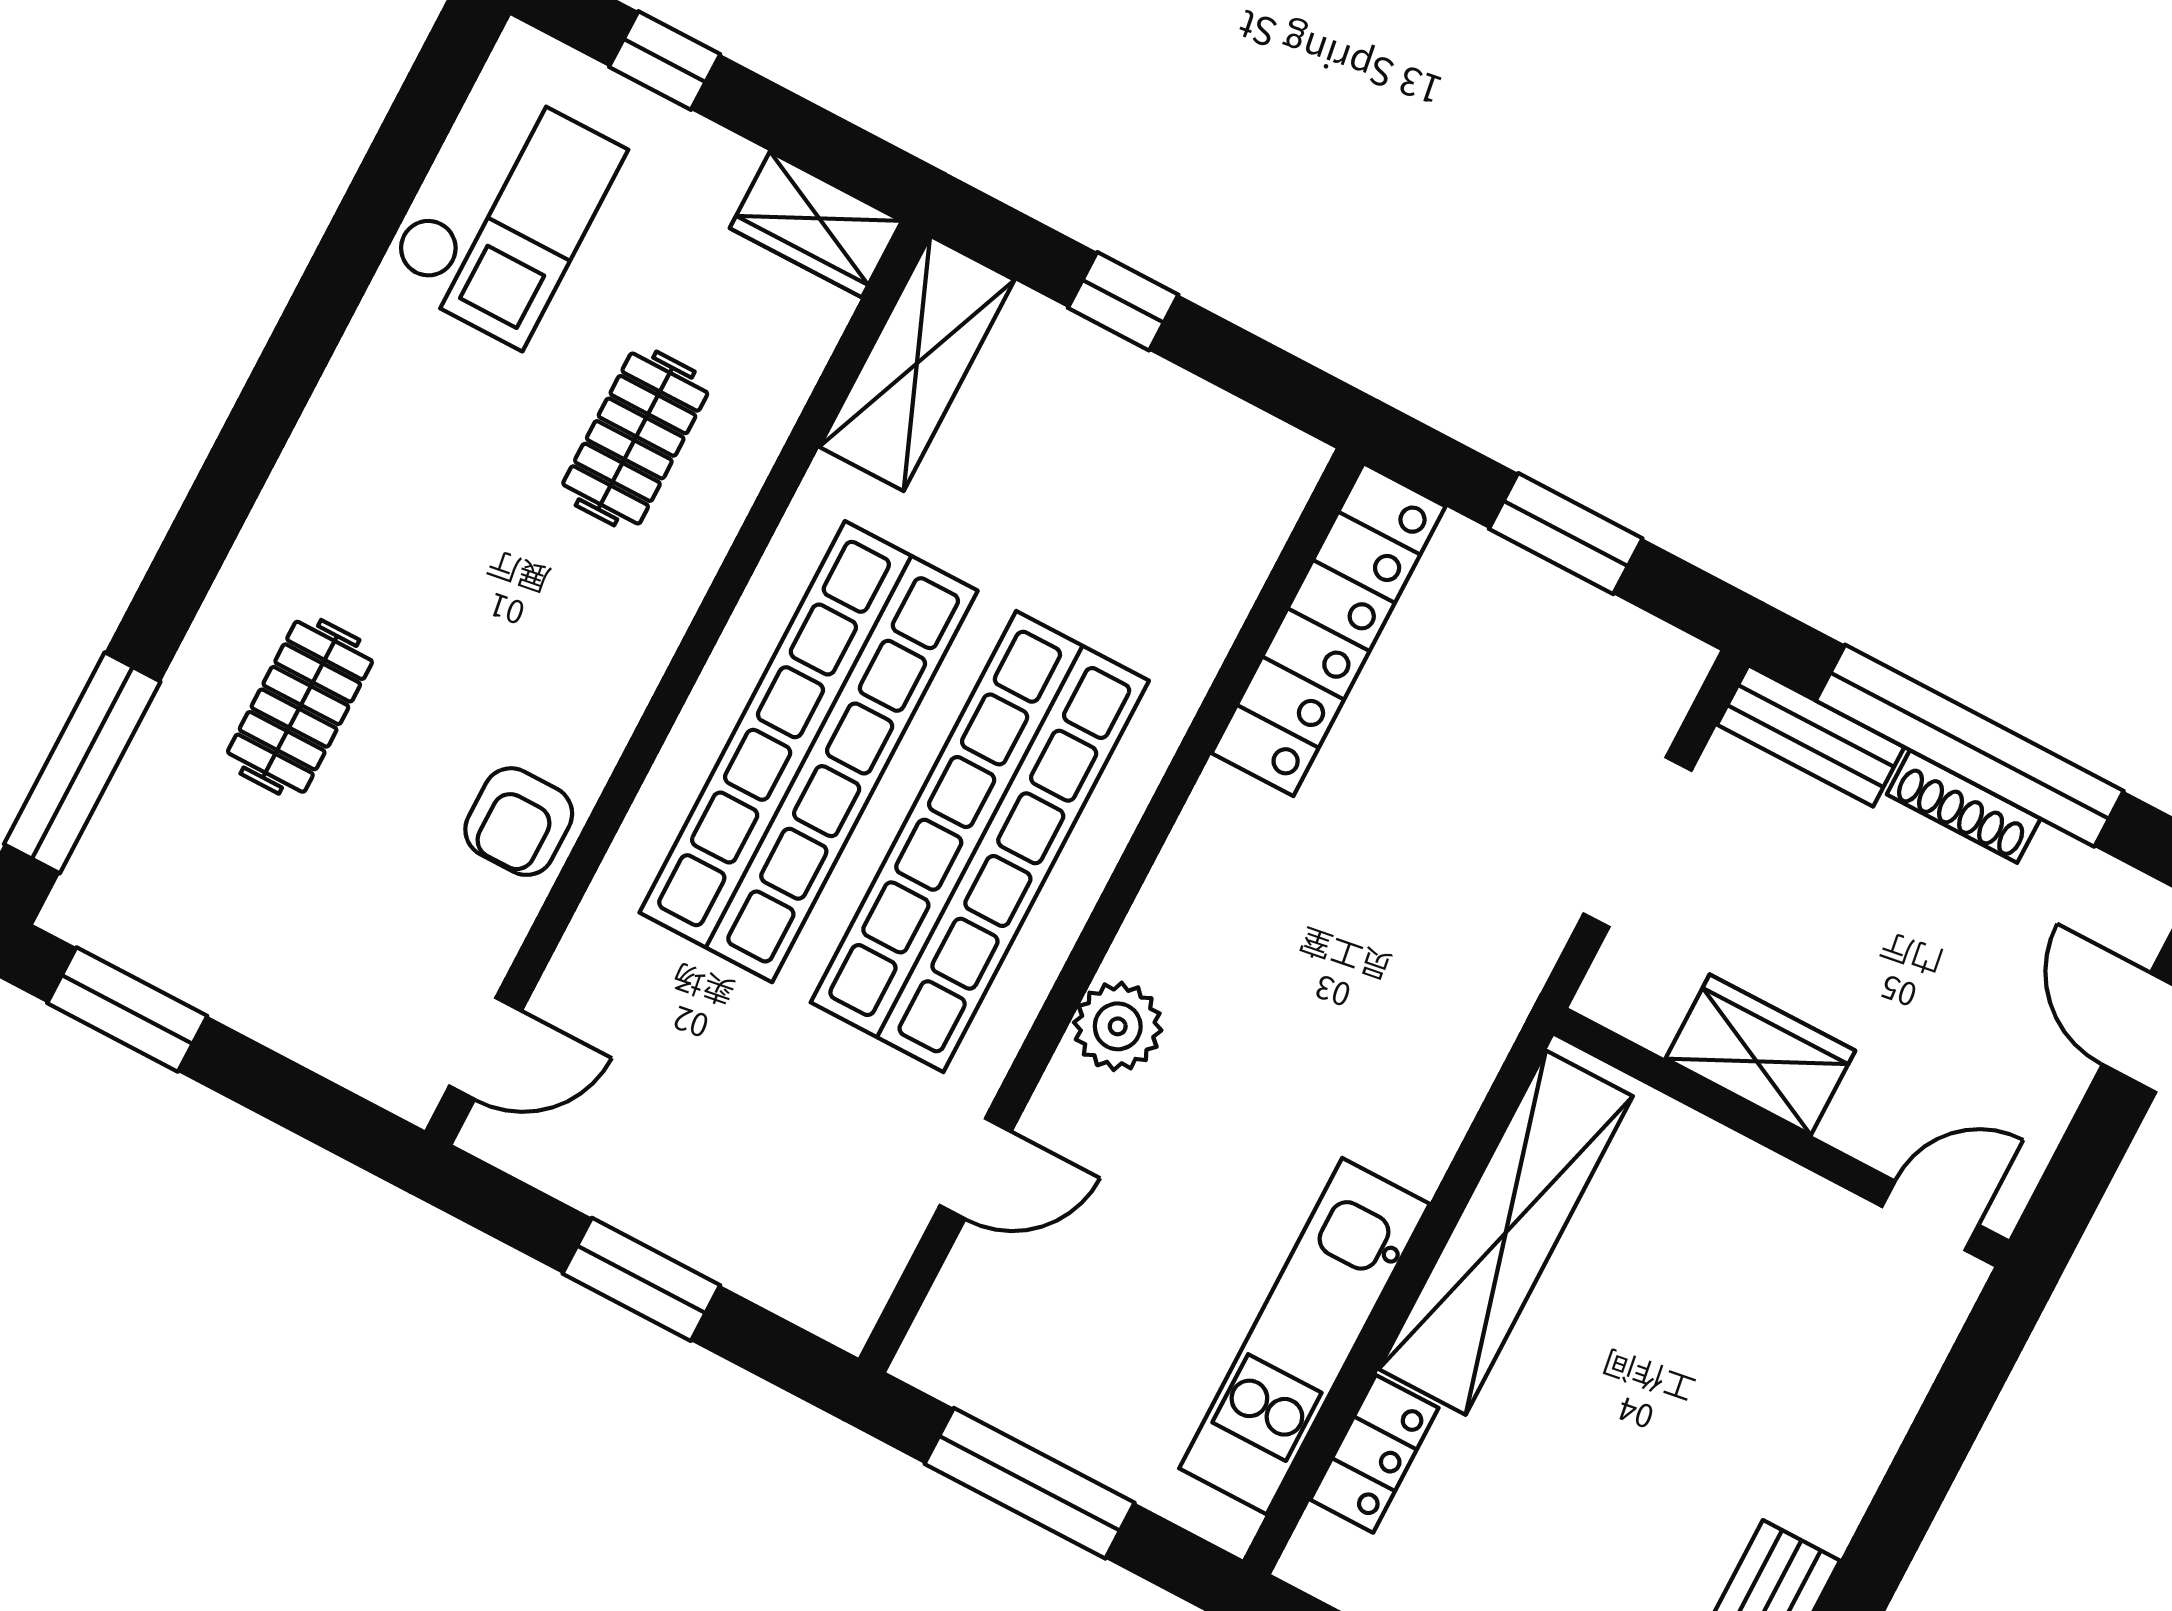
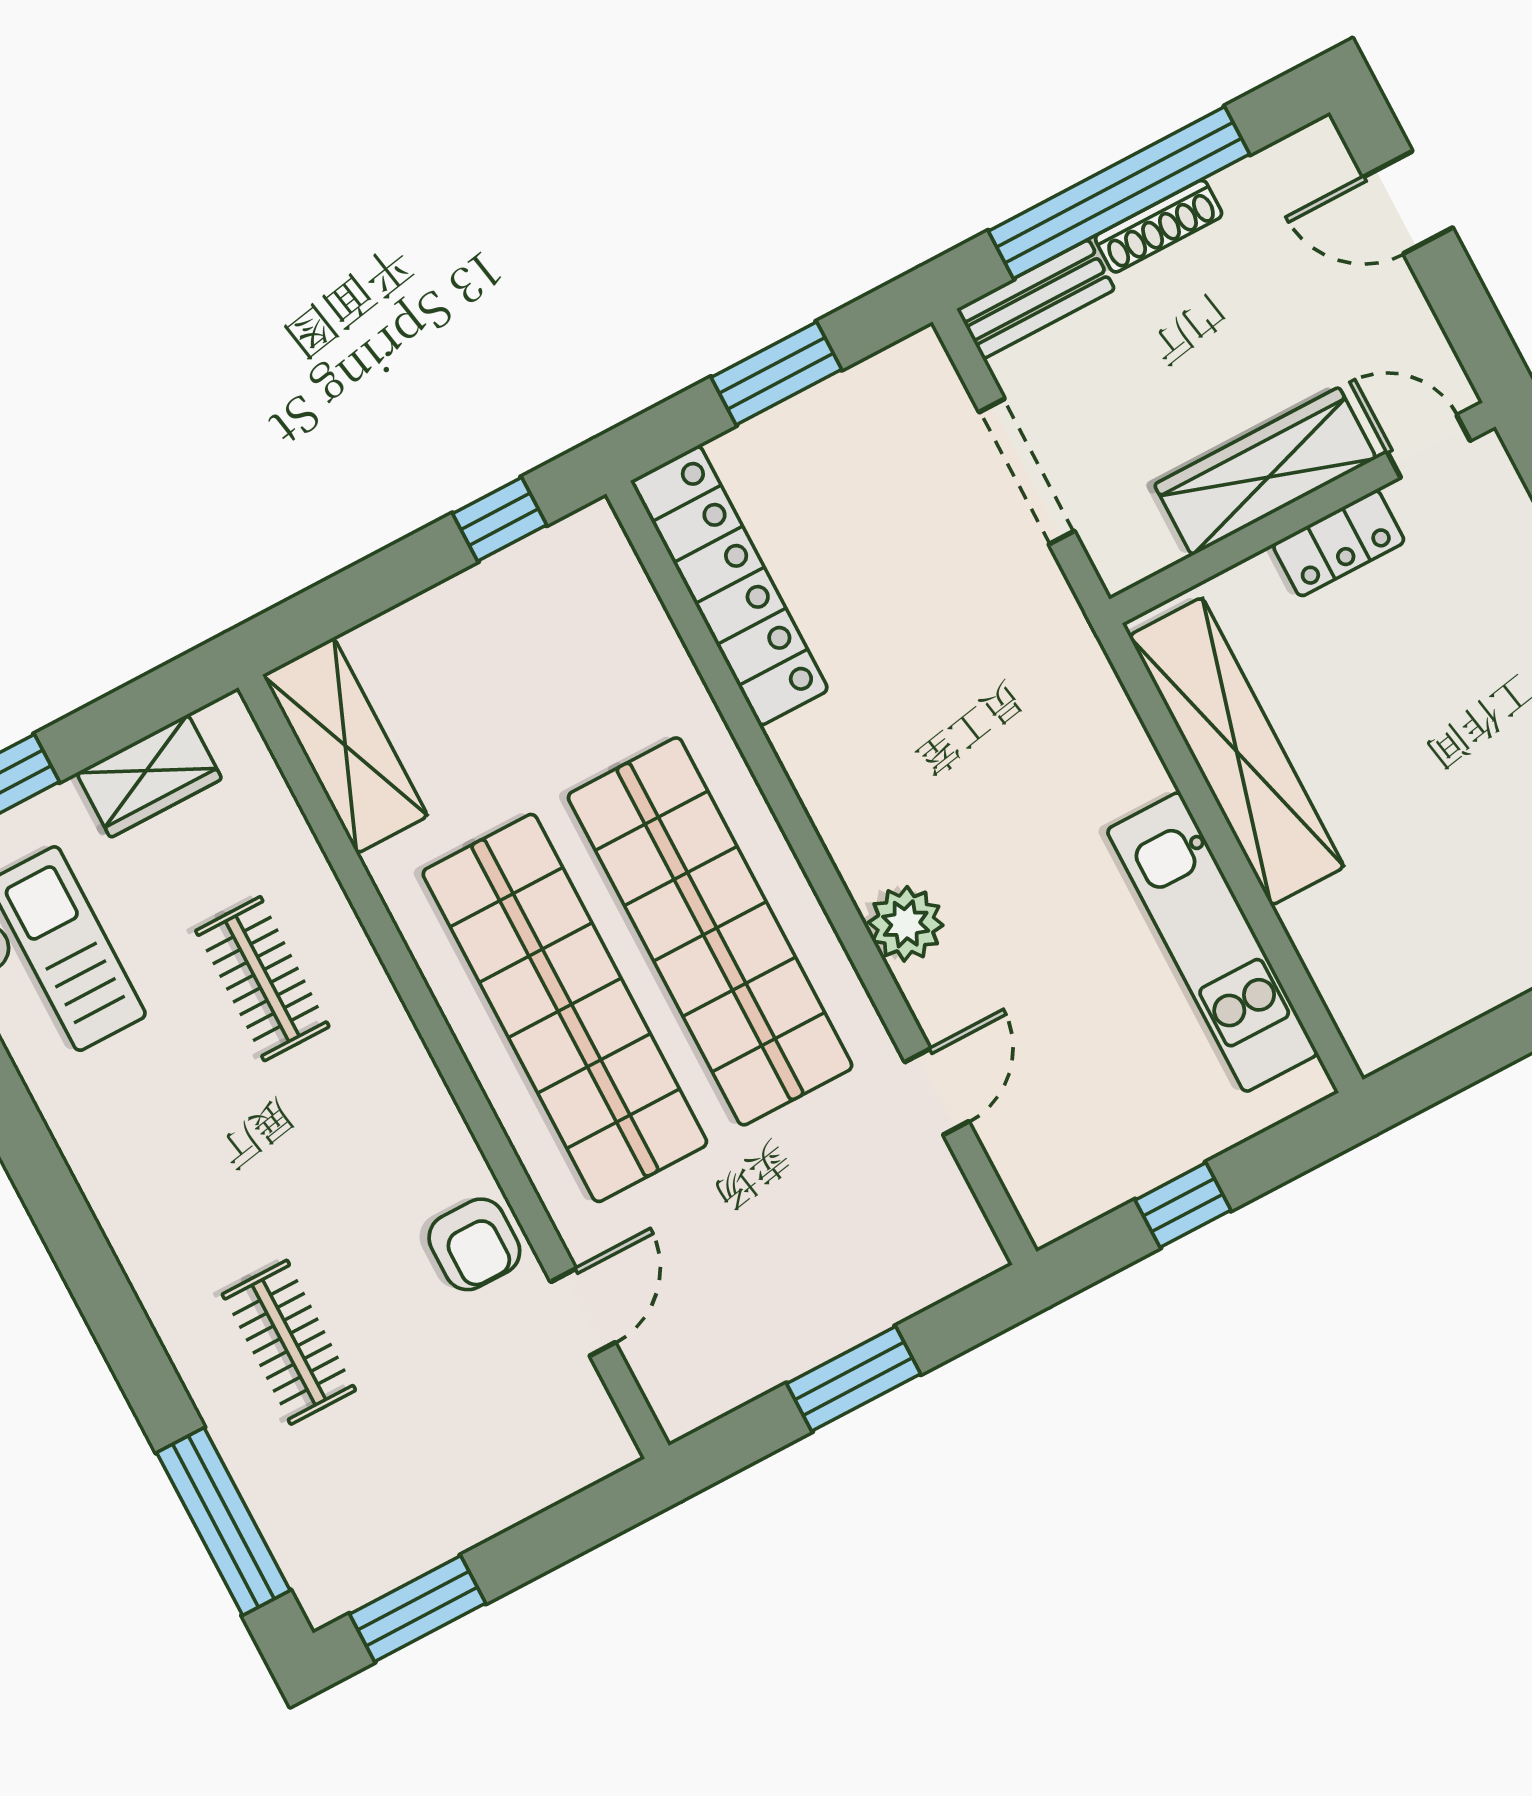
wardrobe: (816, 224) -> (149, 776), moved
window: (1123, 301) -> (500, 519), moved
door: (485, 1049) -> (583, 1312), moved
wardrobe: (1760, 1055) -> (1265, 471), width x1.50
door: (1930, 1216) -> (1429, 446), hinge flipped
locker: (1374, 1454) -> (1339, 543), moved, turned 90
window: (1030, 1483) -> (1183, 1205), width x0.46

